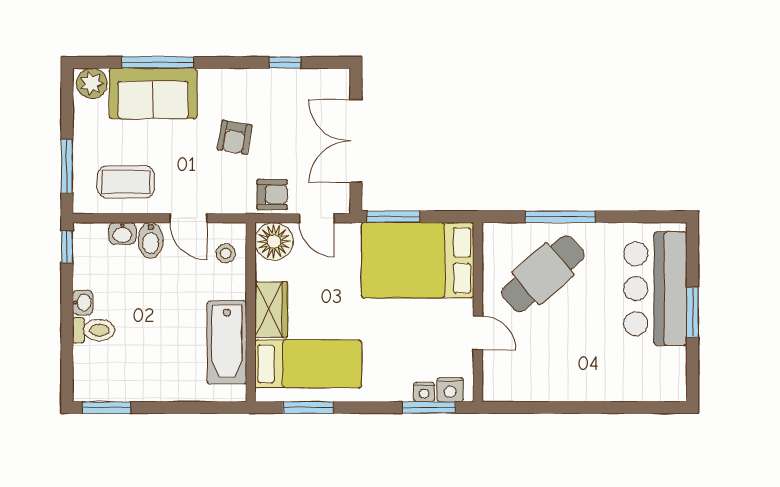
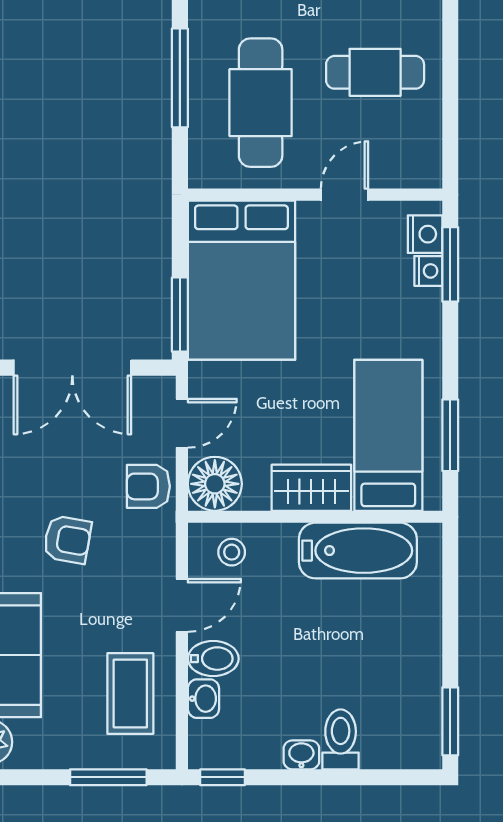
armchair: (272, 195) -> (148, 486), turned -90
cafe table: (543, 274) -> (261, 103), turned 41
cafe table: (564, 354) -> (375, 72), added

